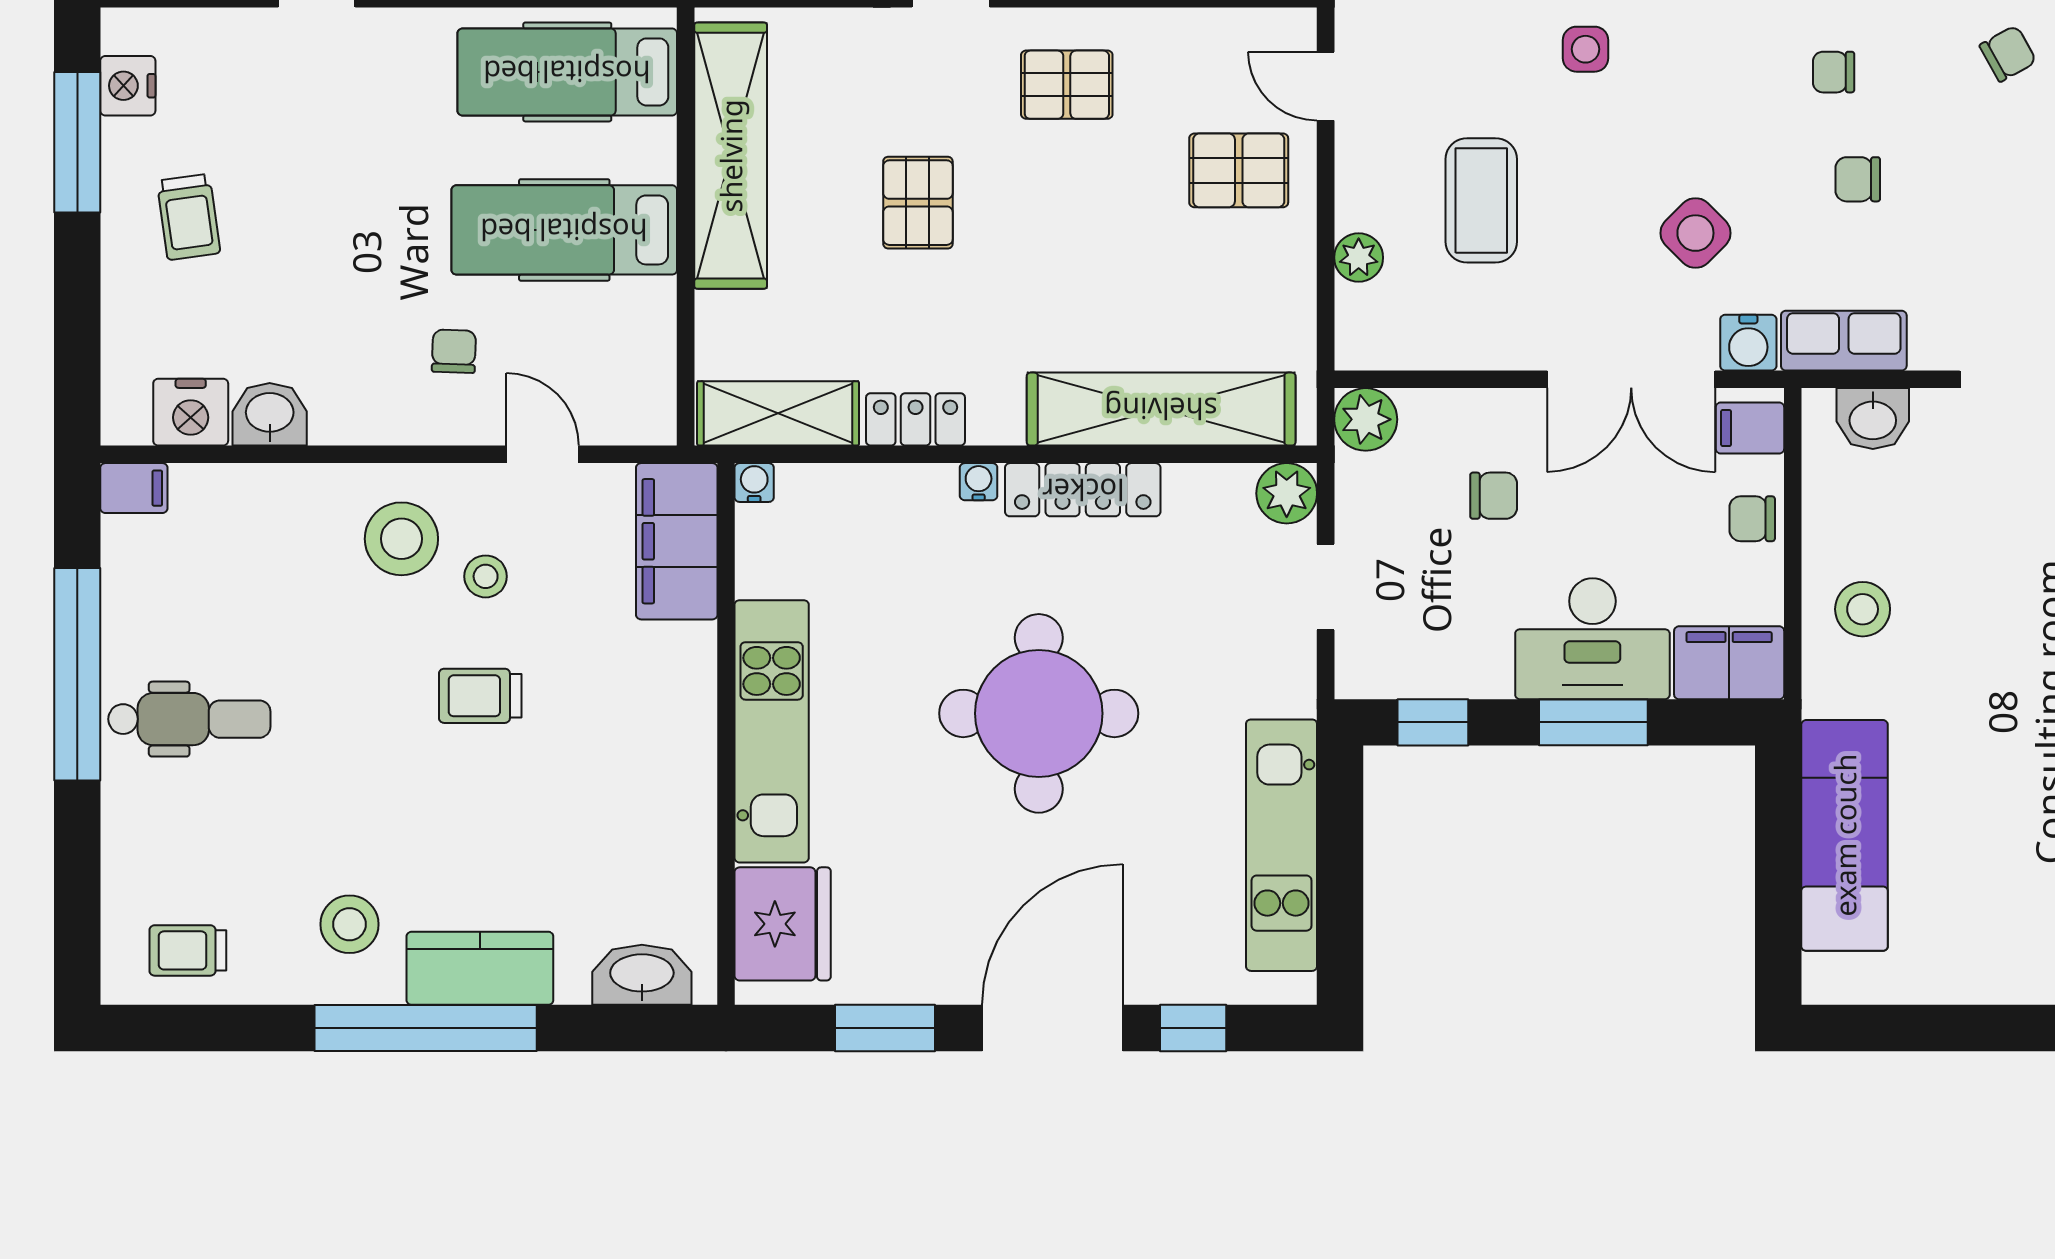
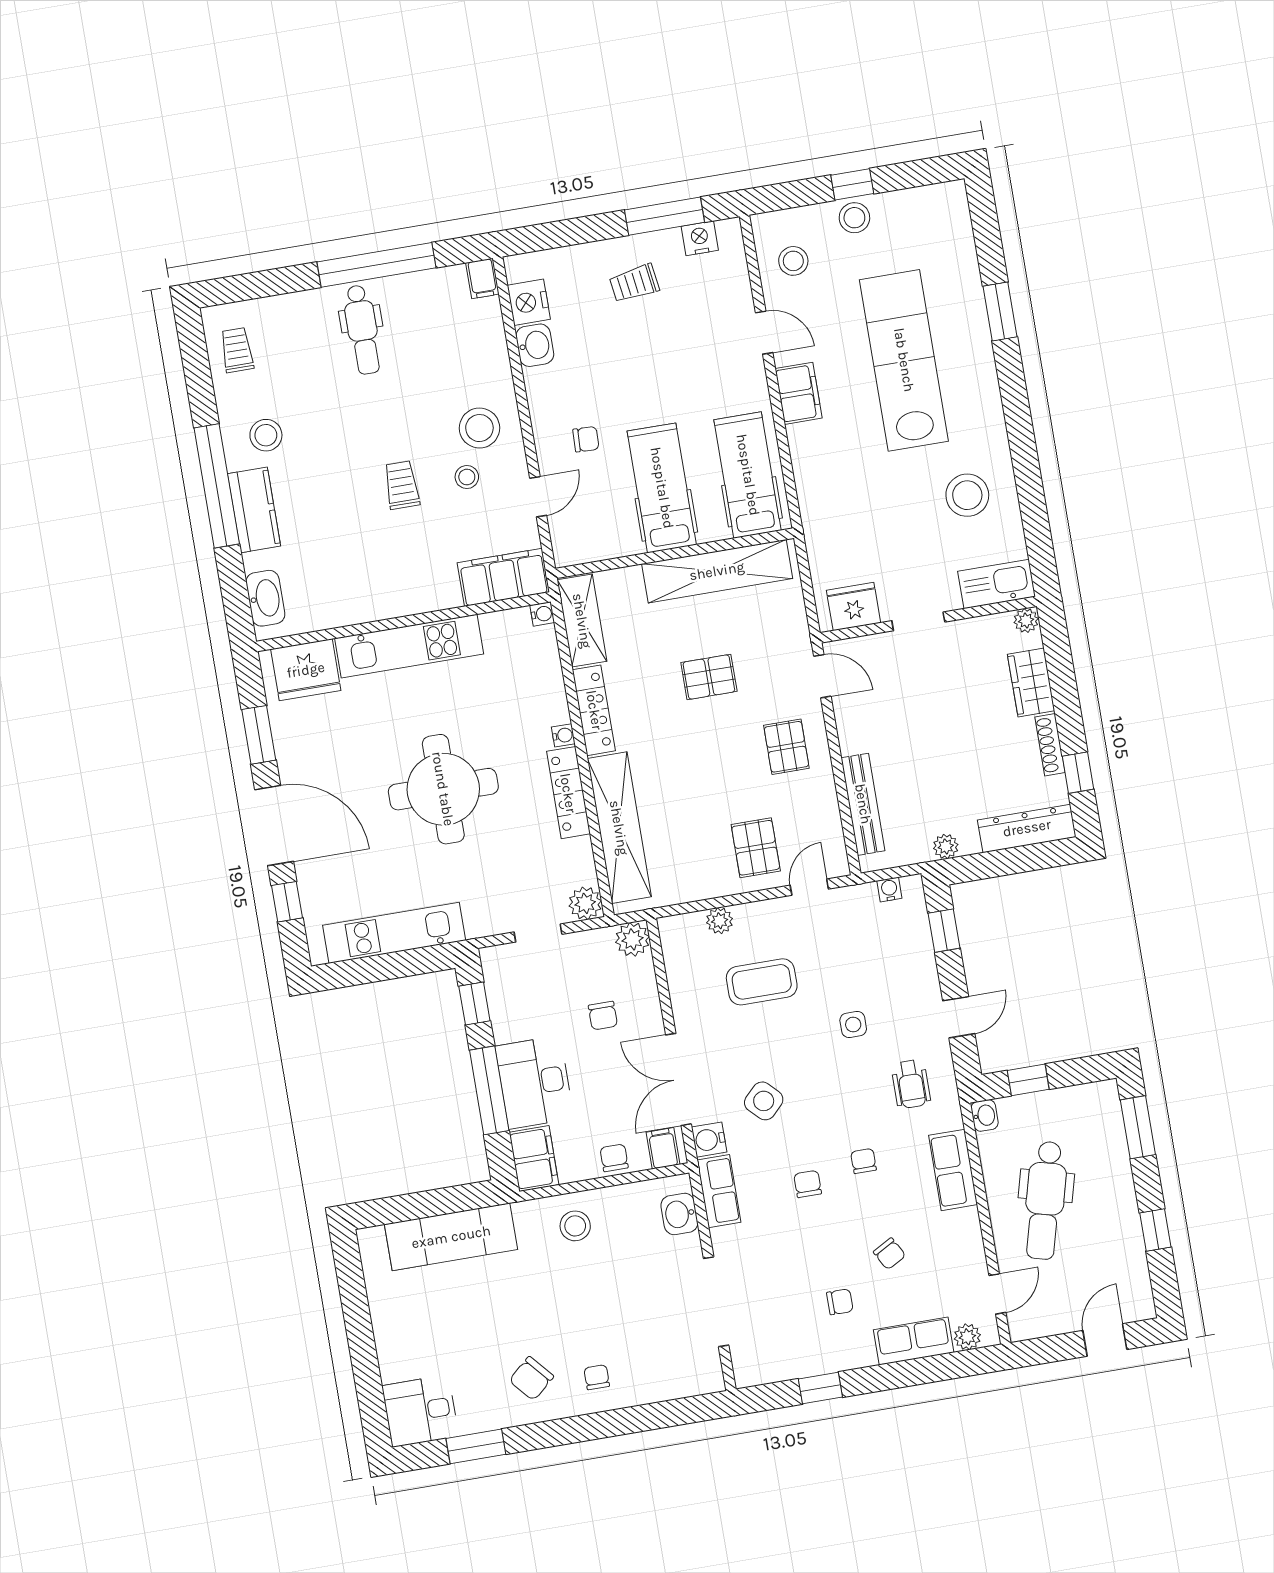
locker: (916, 419) -> (594, 710), width x1.53
window: (1593, 722) -> (489, 1090), width x1.44

